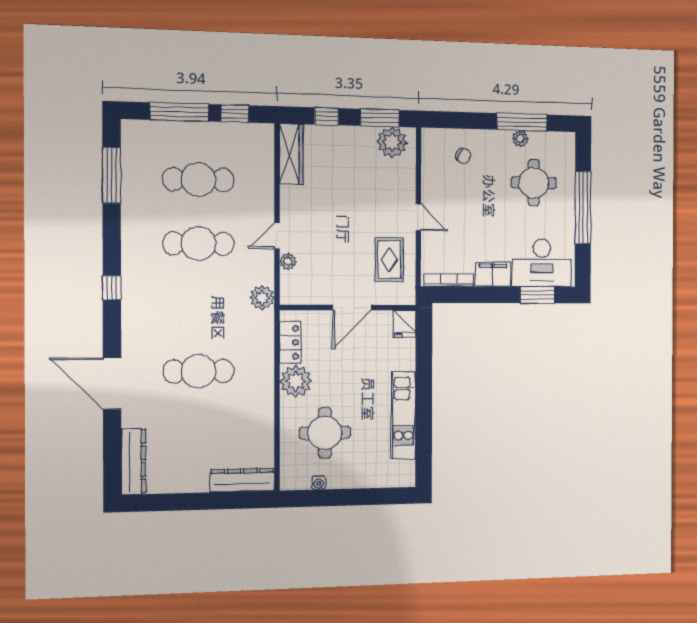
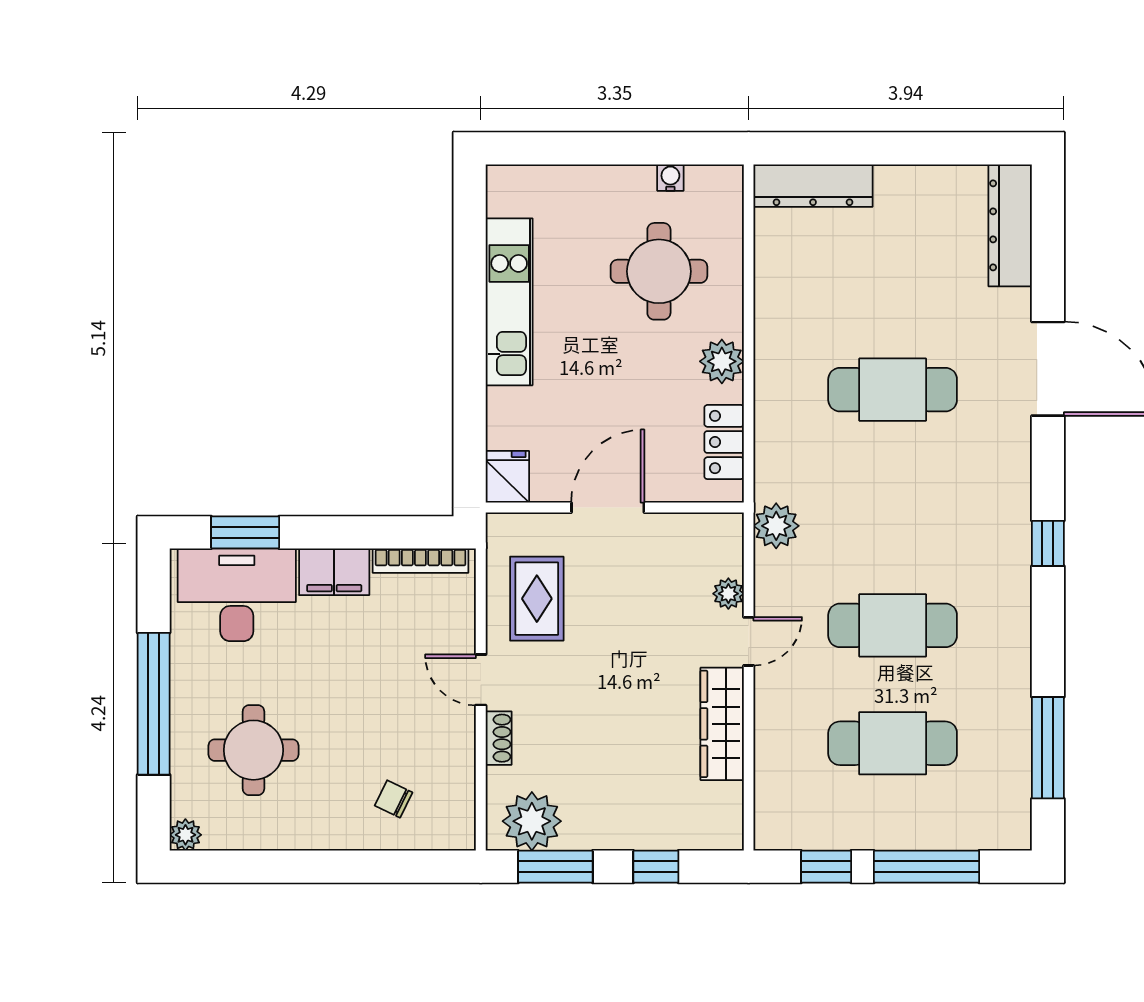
window: (522, 122) -> (277, 867), removed
plant: (520, 139) -> (185, 835), moved
wardrobe: (291, 154) -> (722, 724), moved
shoe rack: (409, 186) -> (499, 738), added
plant: (296, 381) -> (722, 361), width x0.73, depth x0.73

